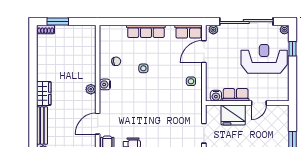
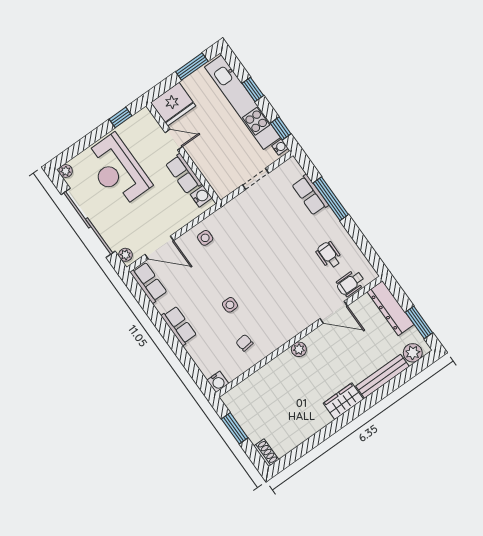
window: (58, 22) -> (235, 428), moved
row of seats: (146, 31) -> (179, 326), width x0.68
window: (293, 49) -> (120, 117), moved
water cooler: (105, 84) -> (218, 382), moved
fridge: (233, 115) -> (173, 104), moved, turned 90

